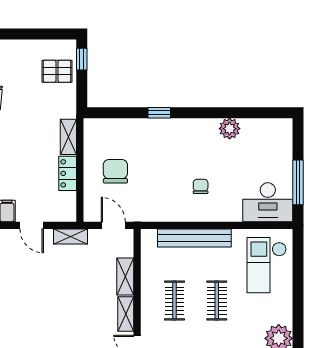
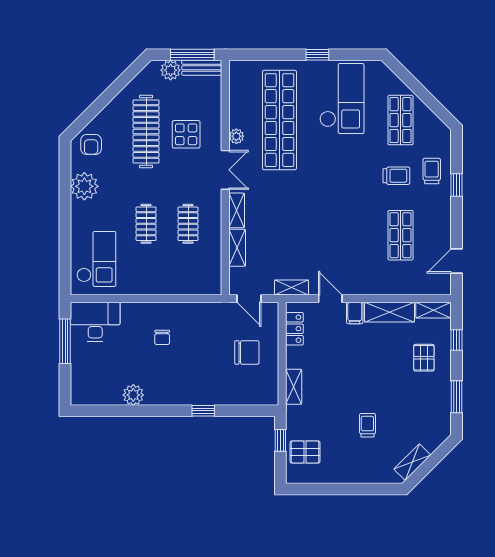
window: (82, 59) -> (280, 440), moved
chair: (115, 171) -> (247, 352), turned -90
locker: (68, 173) -> (294, 329), moved
bench: (194, 238) -> (168, 286), removed

